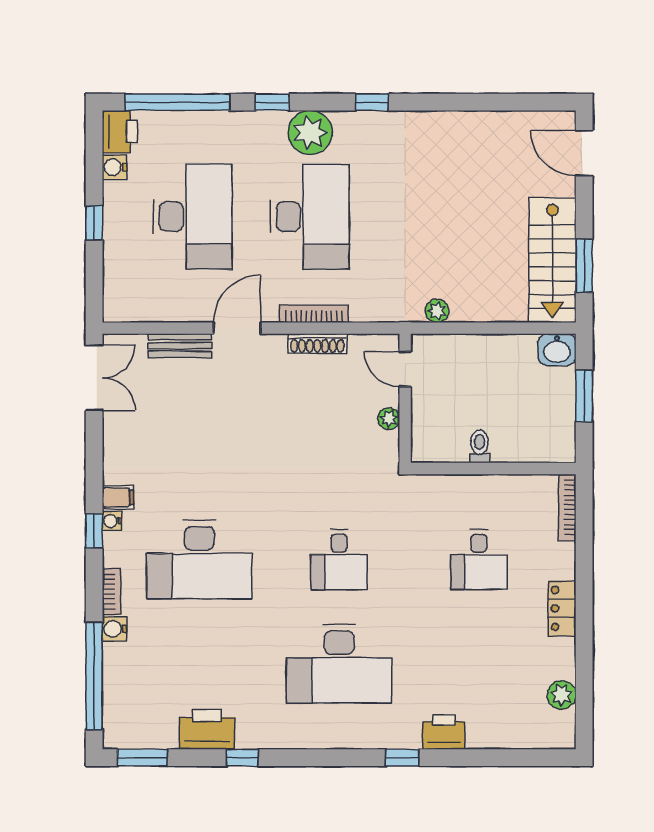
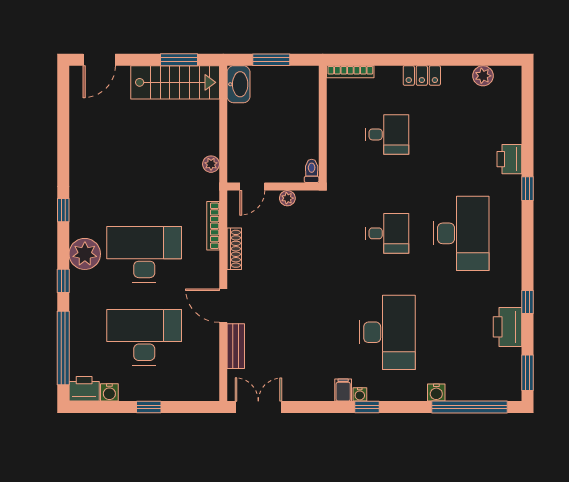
bookcase: (314, 314) -> (213, 226), moved
washbasin: (557, 350) -> (239, 84), width x1.38
toilet: (480, 446) -> (312, 171), moved, turned 90
bookcase: (111, 592) -> (410, 395), removed

